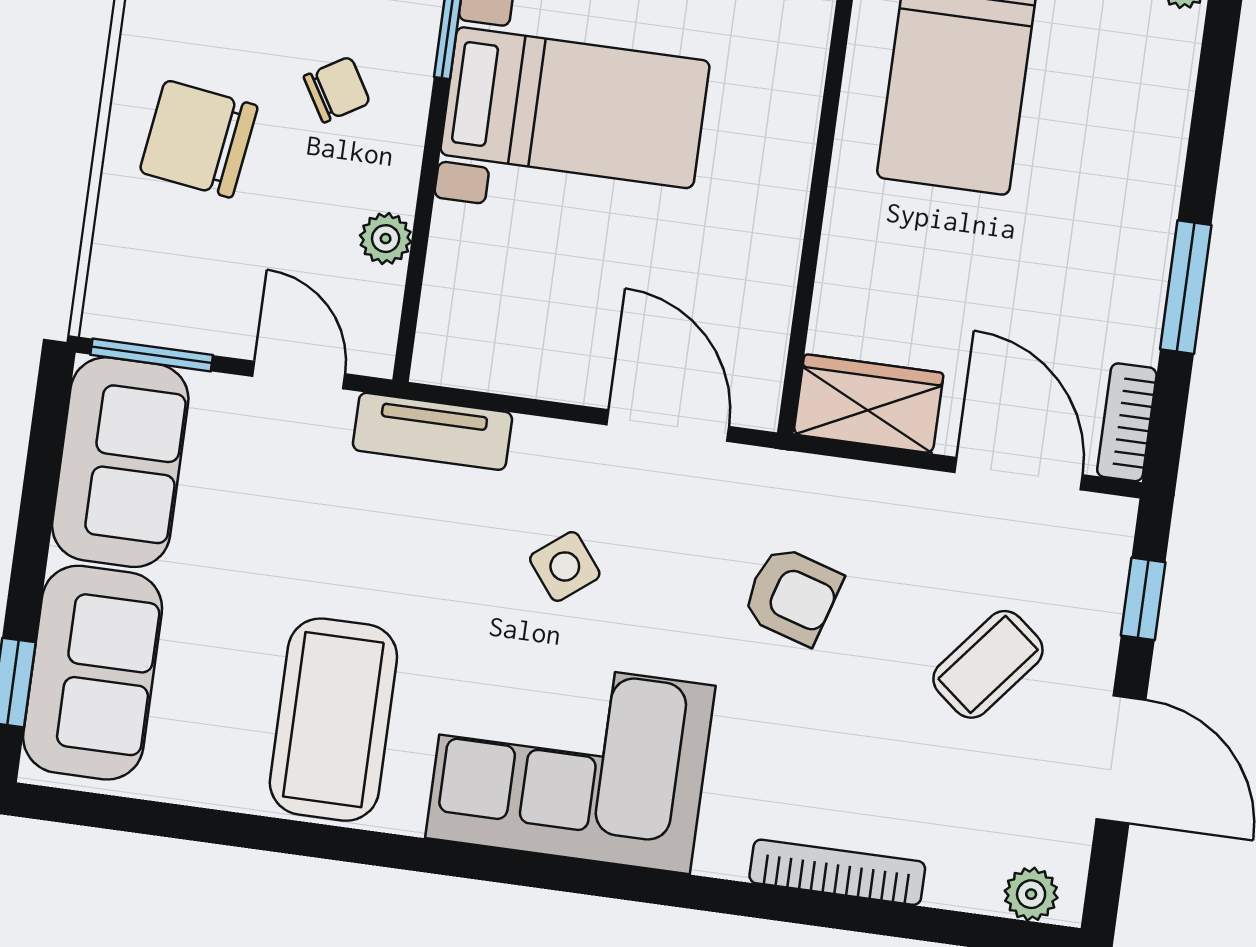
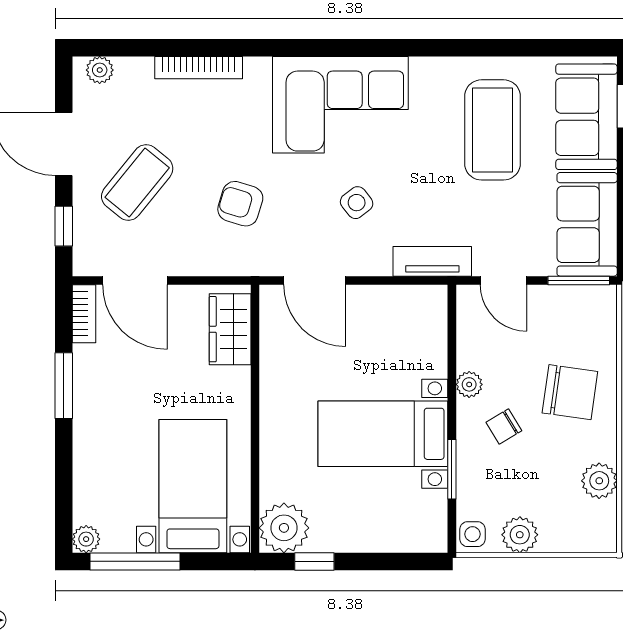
plant: (386, 239) -> (469, 384), moved
wardrobe: (869, 404) -> (230, 329), moved, turned 90
coffee table: (988, 664) -> (137, 183), width x1.36, depth x1.30
coffee table: (333, 720) -> (493, 130), moved

